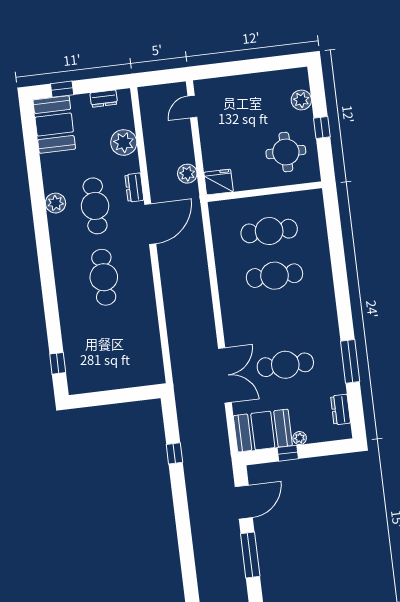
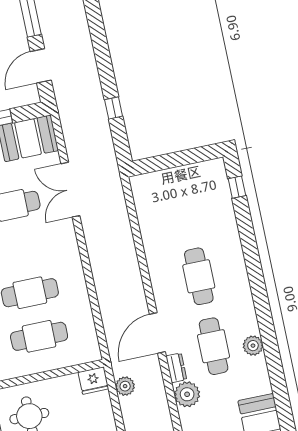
plant: (124, 142) -> (187, 394), moved

